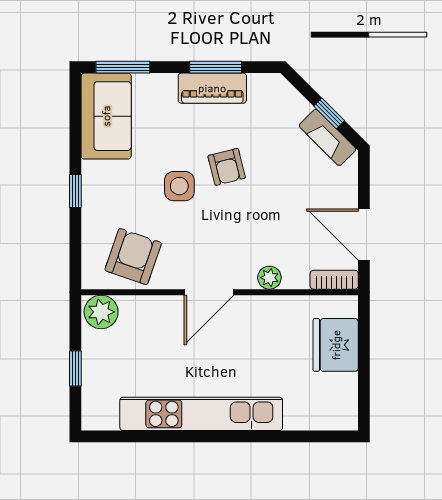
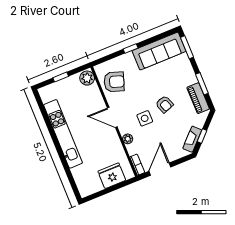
piano: (212, 88) -> (198, 98), moved
sofa: (106, 116) -> (159, 51), width x1.36
armchair: (227, 167) -> (164, 104), turned -96
side table: (179, 186) -> (145, 118), moved

